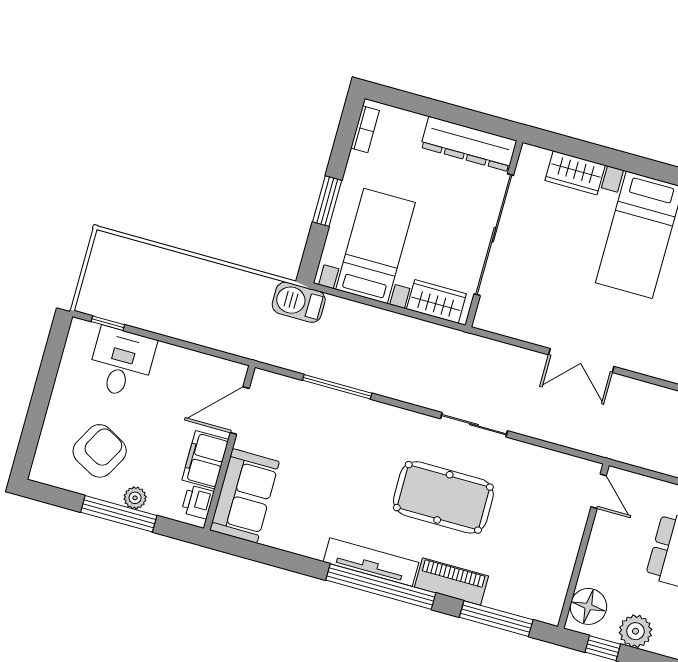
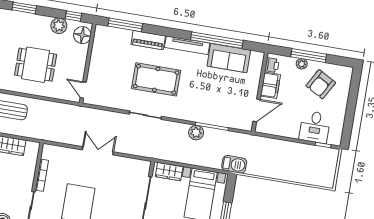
plant: (371, 377) -> (196, 133), added
sofa: (245, 496) -> (229, 58), moved, turned -90
window: (381, 587) -> (217, 40), moved

